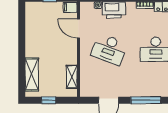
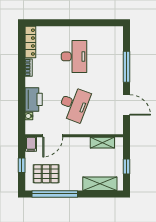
pallet: (42, 22) -> (46, 174), added
window: (22, 30) -> (55, 194), added

